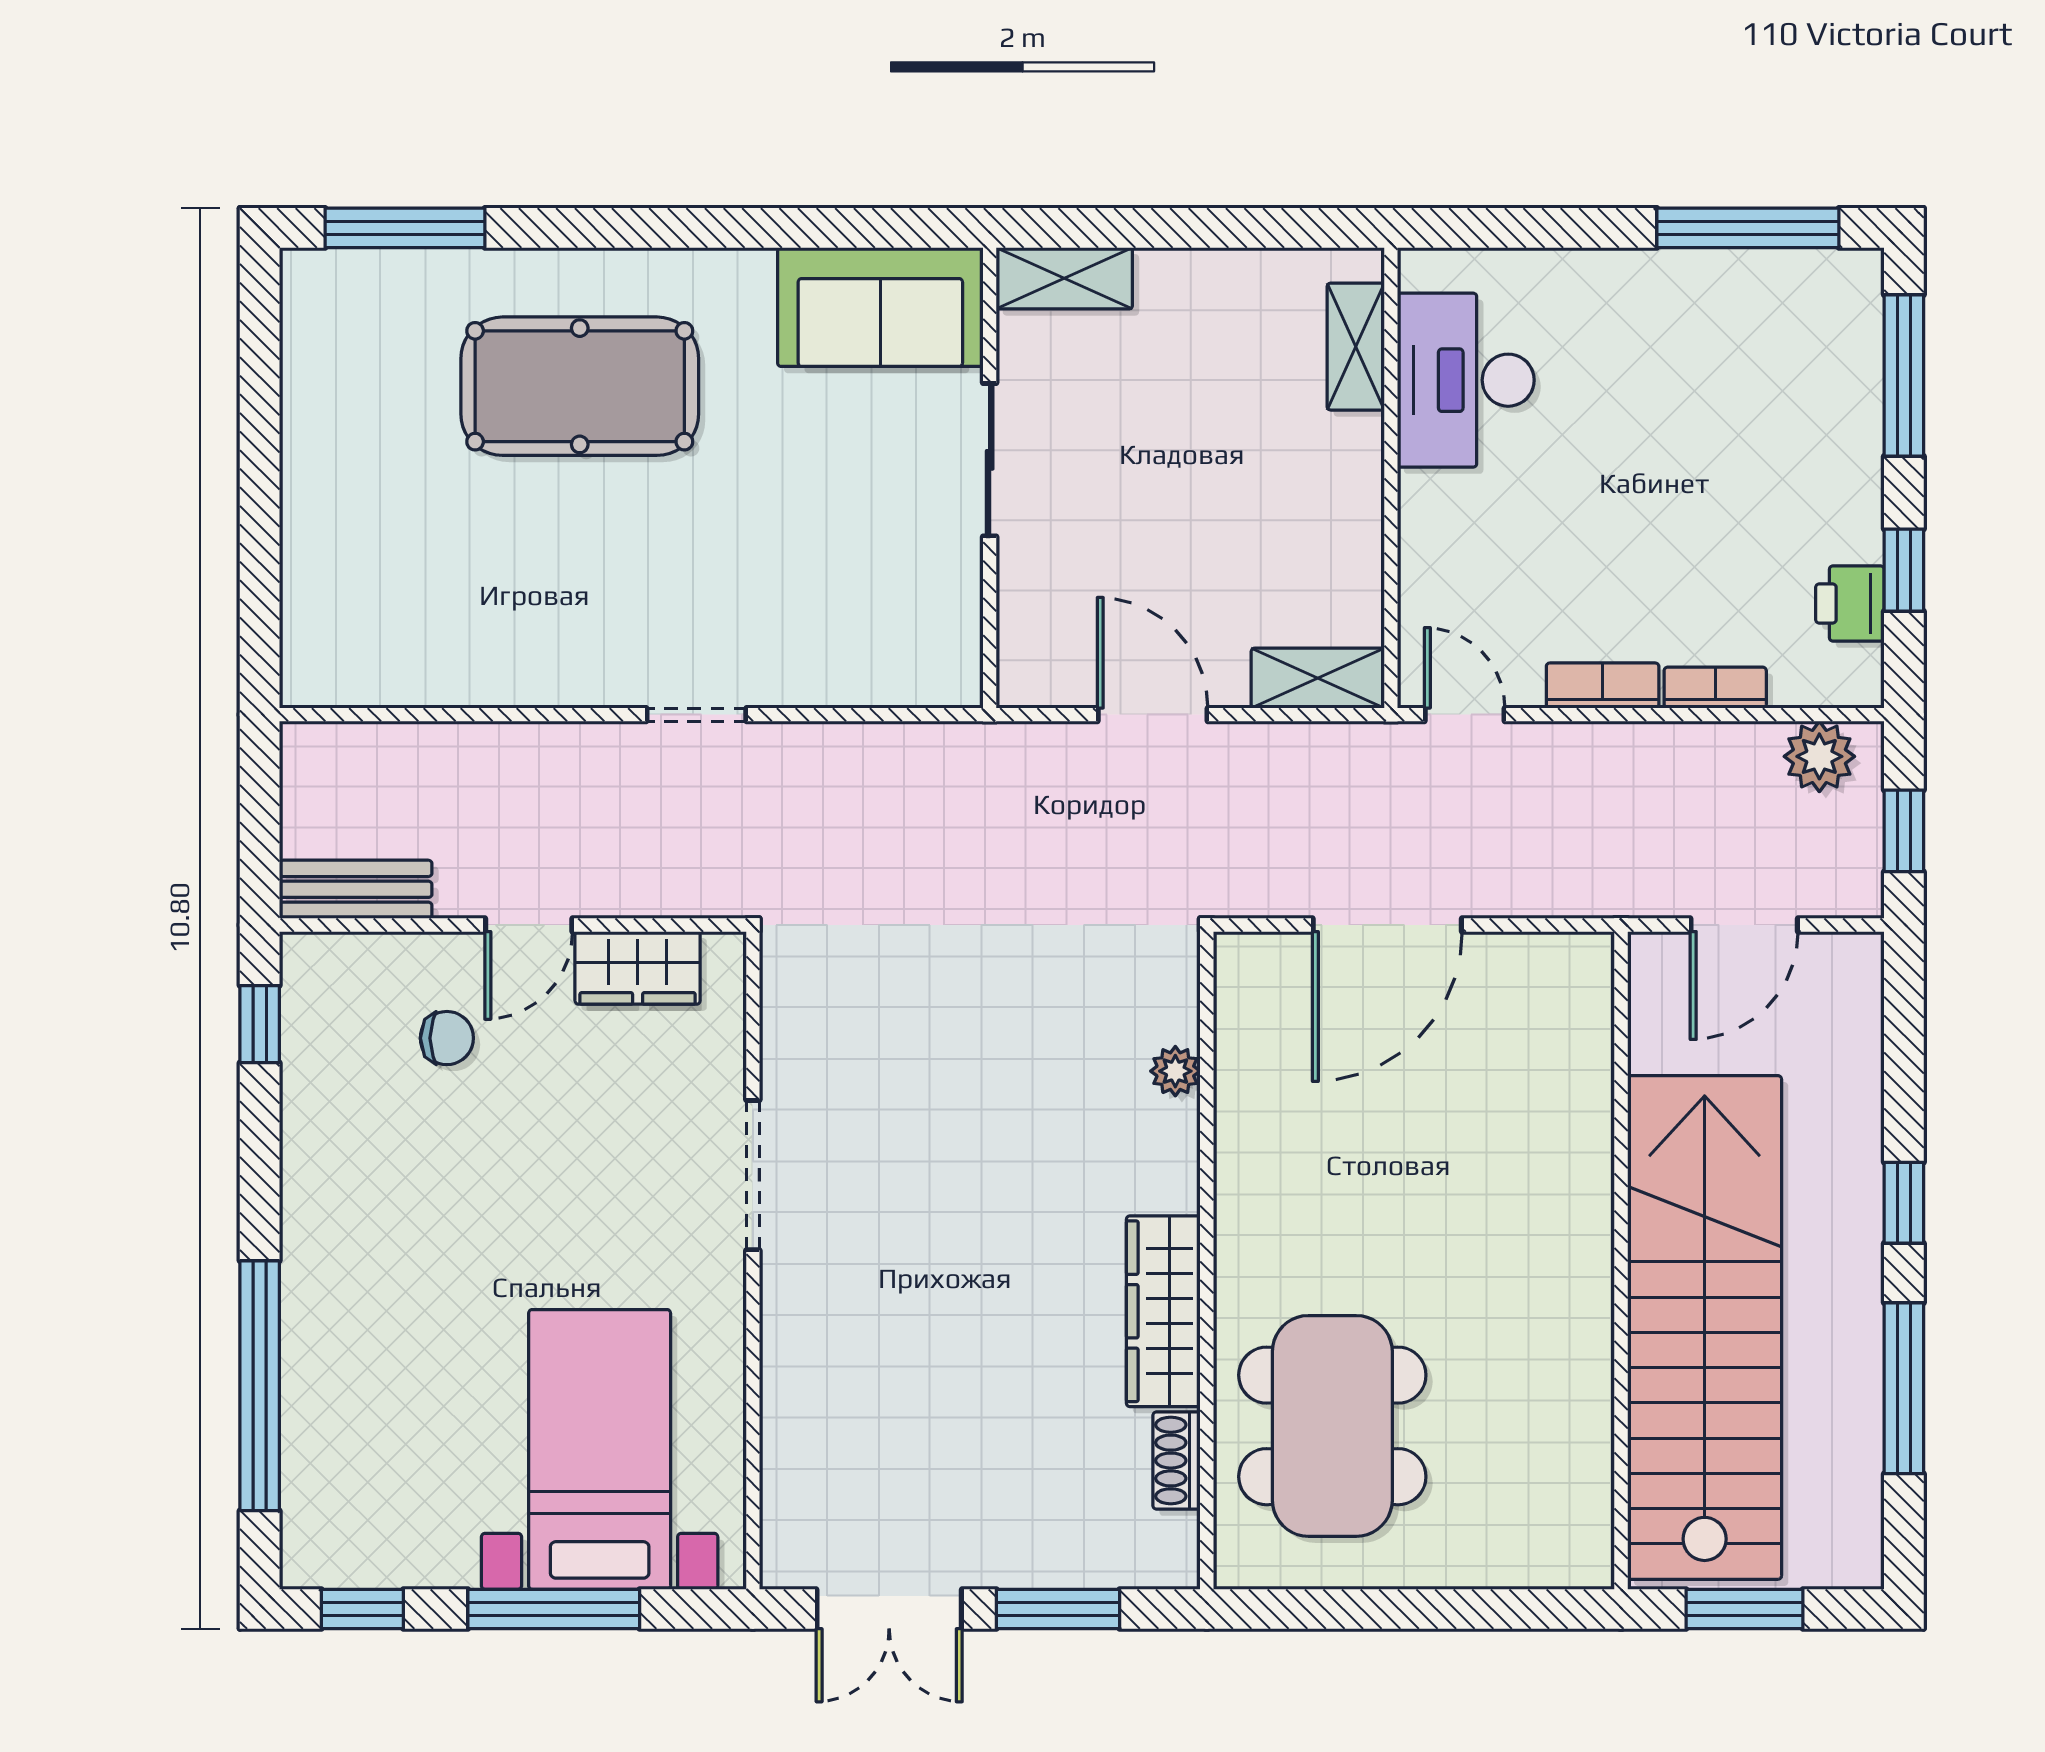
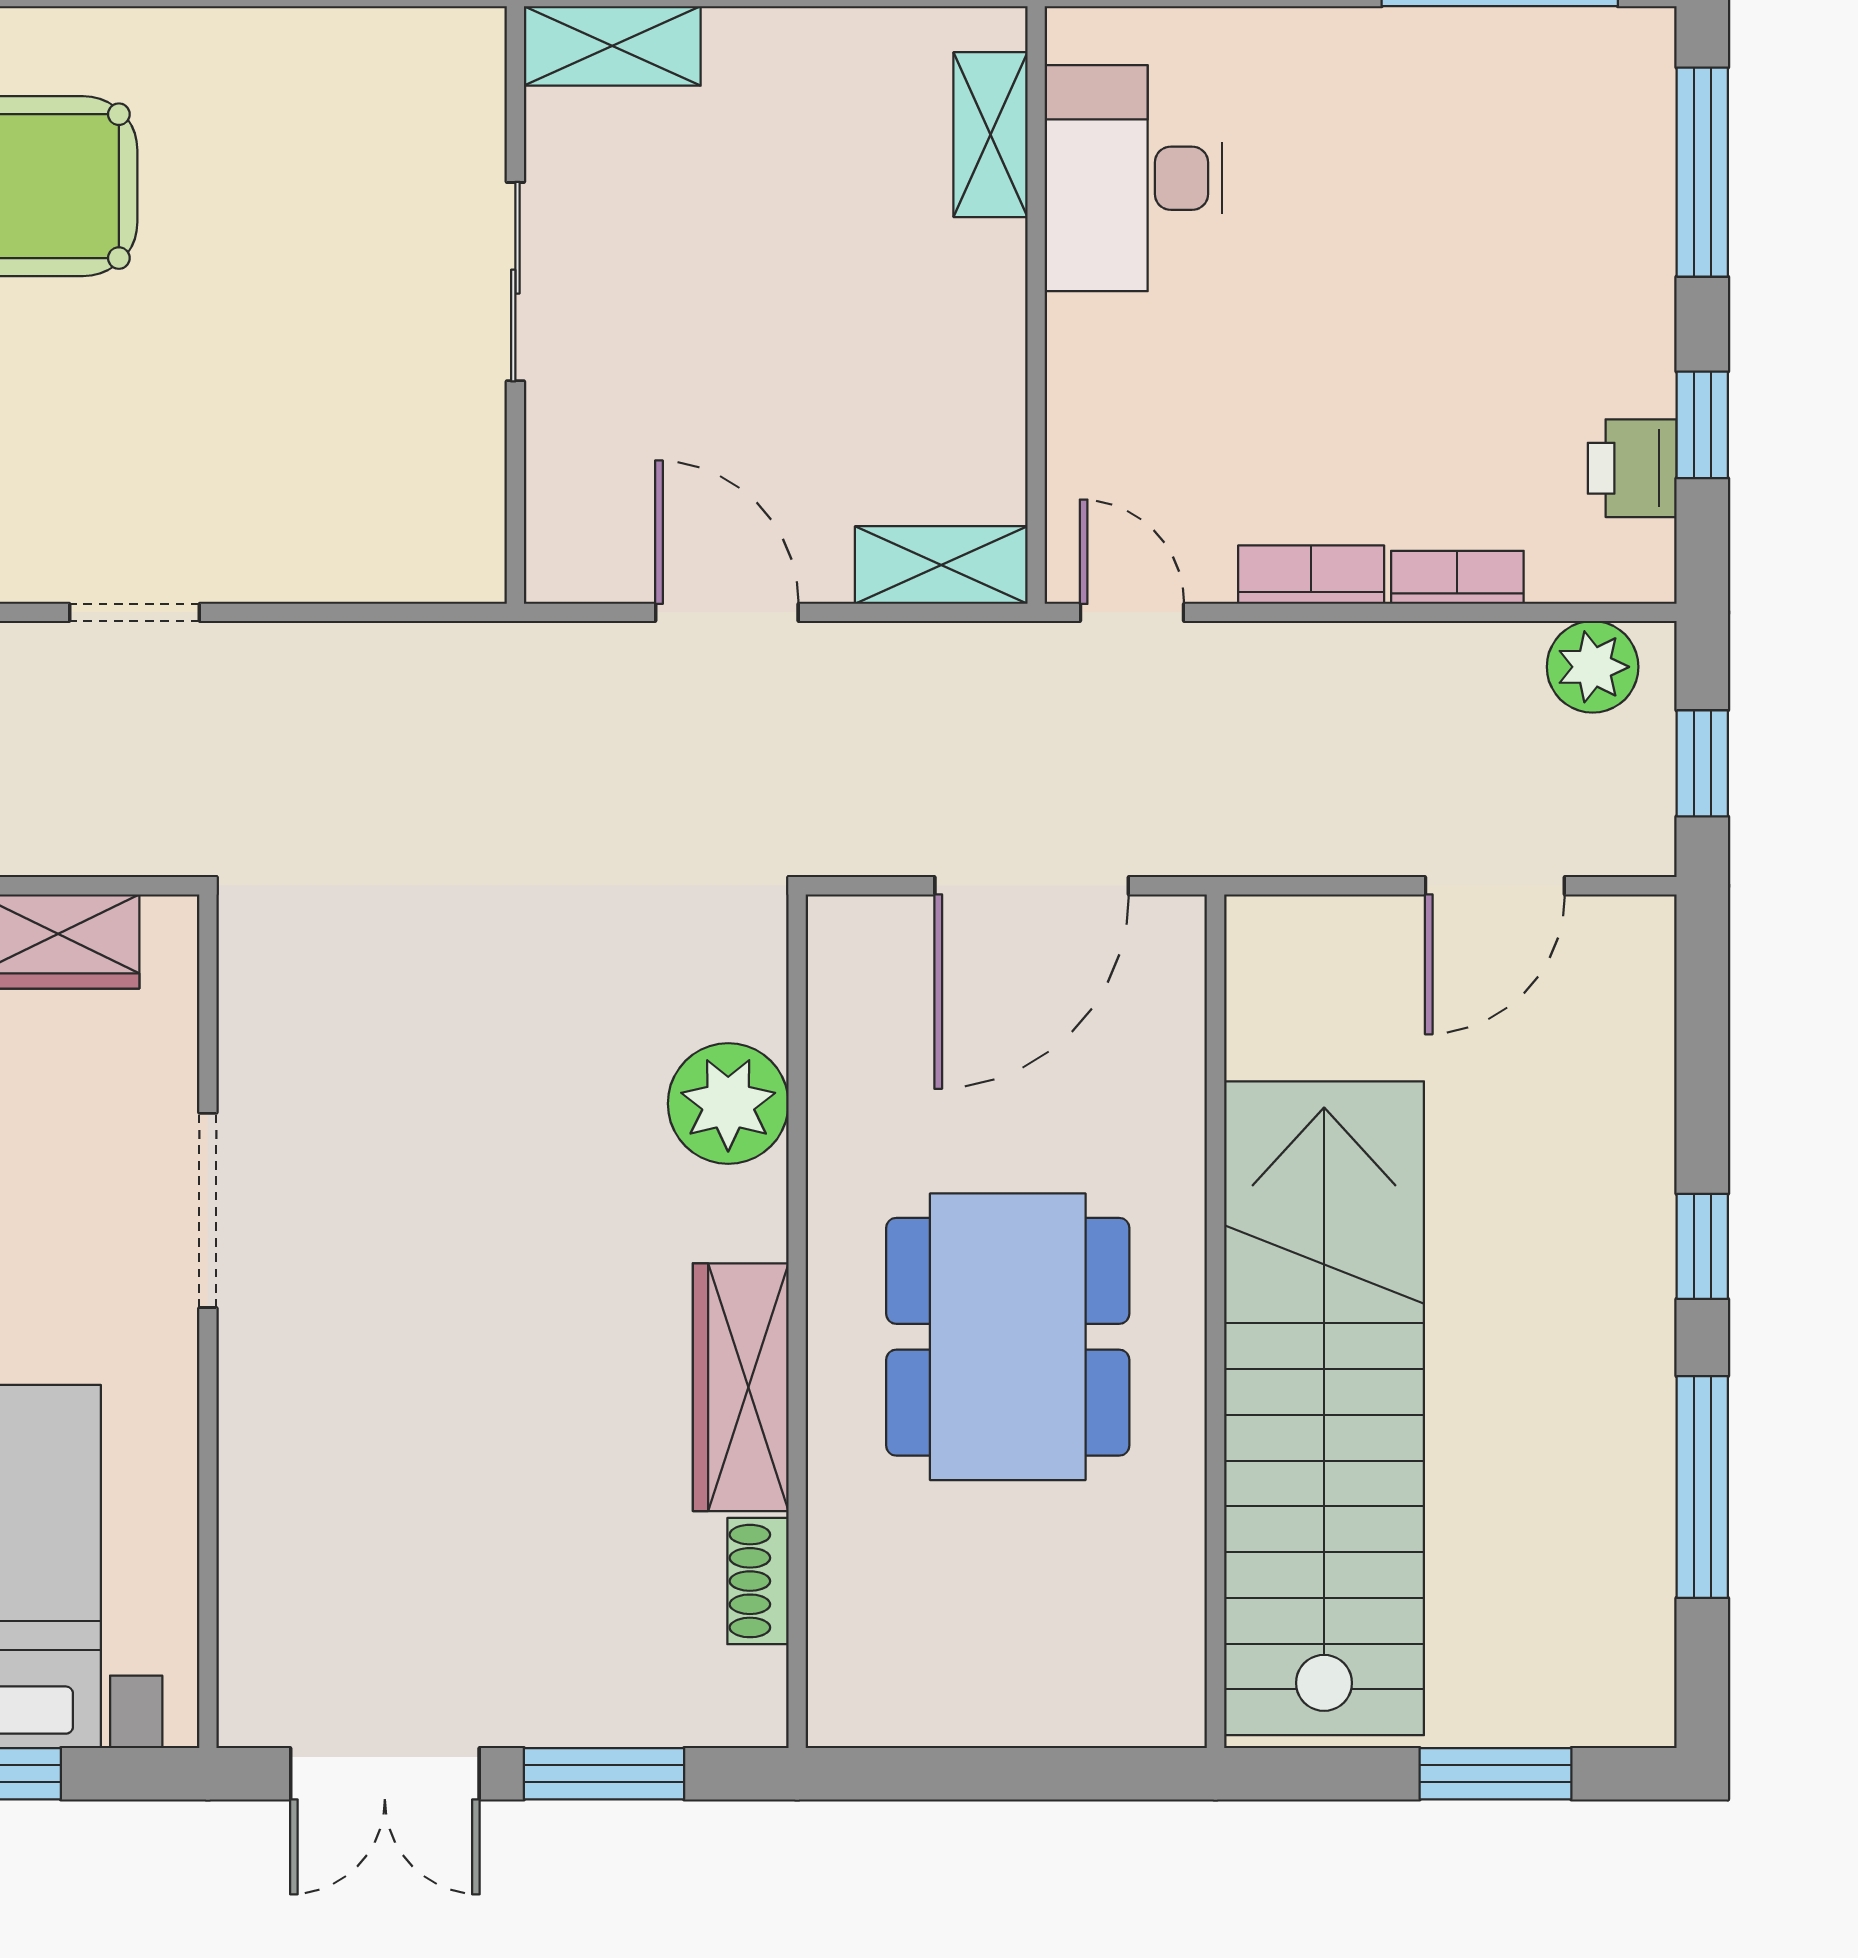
sofa: (880, 307) -> (373, 83), removed
plant: (1175, 1071) -> (728, 1104), width x1.88, depth x1.88
wall: (1621, 1260) -> (1216, 1321), moved
stairs: (1705, 1327) -> (1324, 1408), moved
dining table: (1332, 1426) -> (1008, 1337), moved

